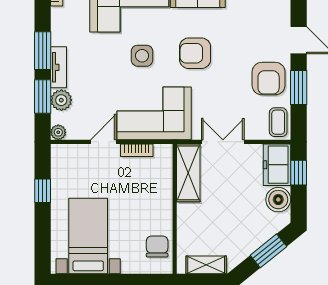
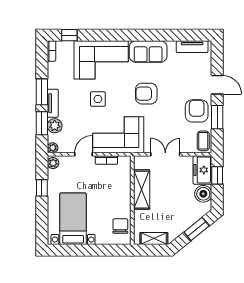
side table: (142, 56) -> (98, 99), moved
armchair: (269, 79) -> (197, 111), turned 180
plant: (59, 155) -> (53, 163), added
shelving: (188, 173) -> (142, 190), moved

